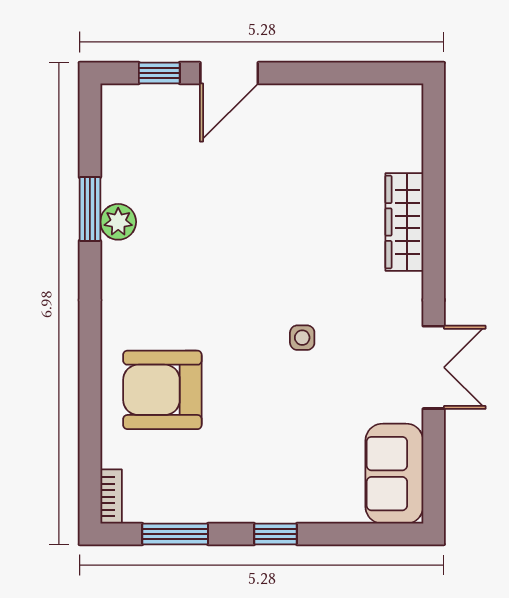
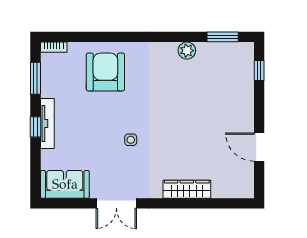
door: (229, 73) -> (259, 147), moved
window: (90, 209) -> (223, 37), moved
tv unit: (269, 510) -> (47, 123), added

